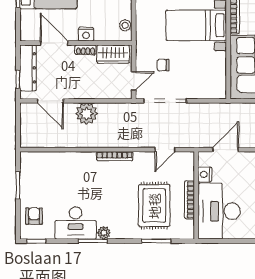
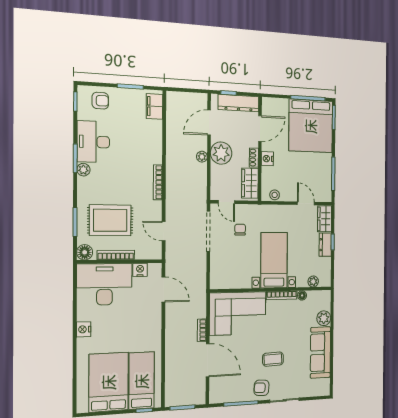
plant: (82, 87) -> (221, 153), added
plant: (87, 114) -> (202, 157), width x0.53, depth x0.53
filing cabinet: (37, 160) -> (154, 106), added
floor lamp: (187, 231) -> (85, 252), added

